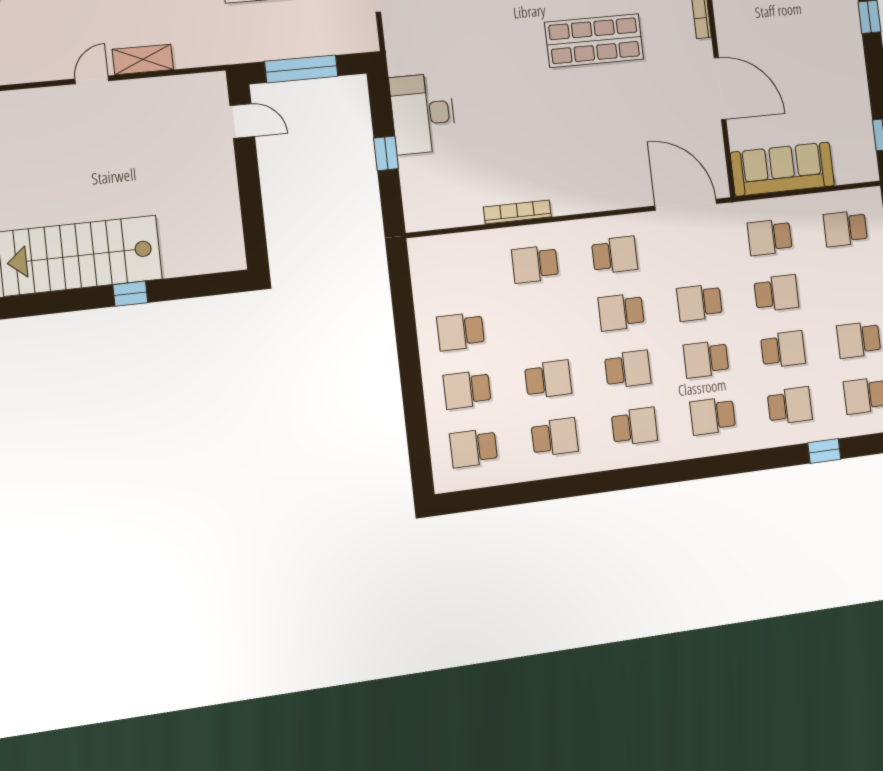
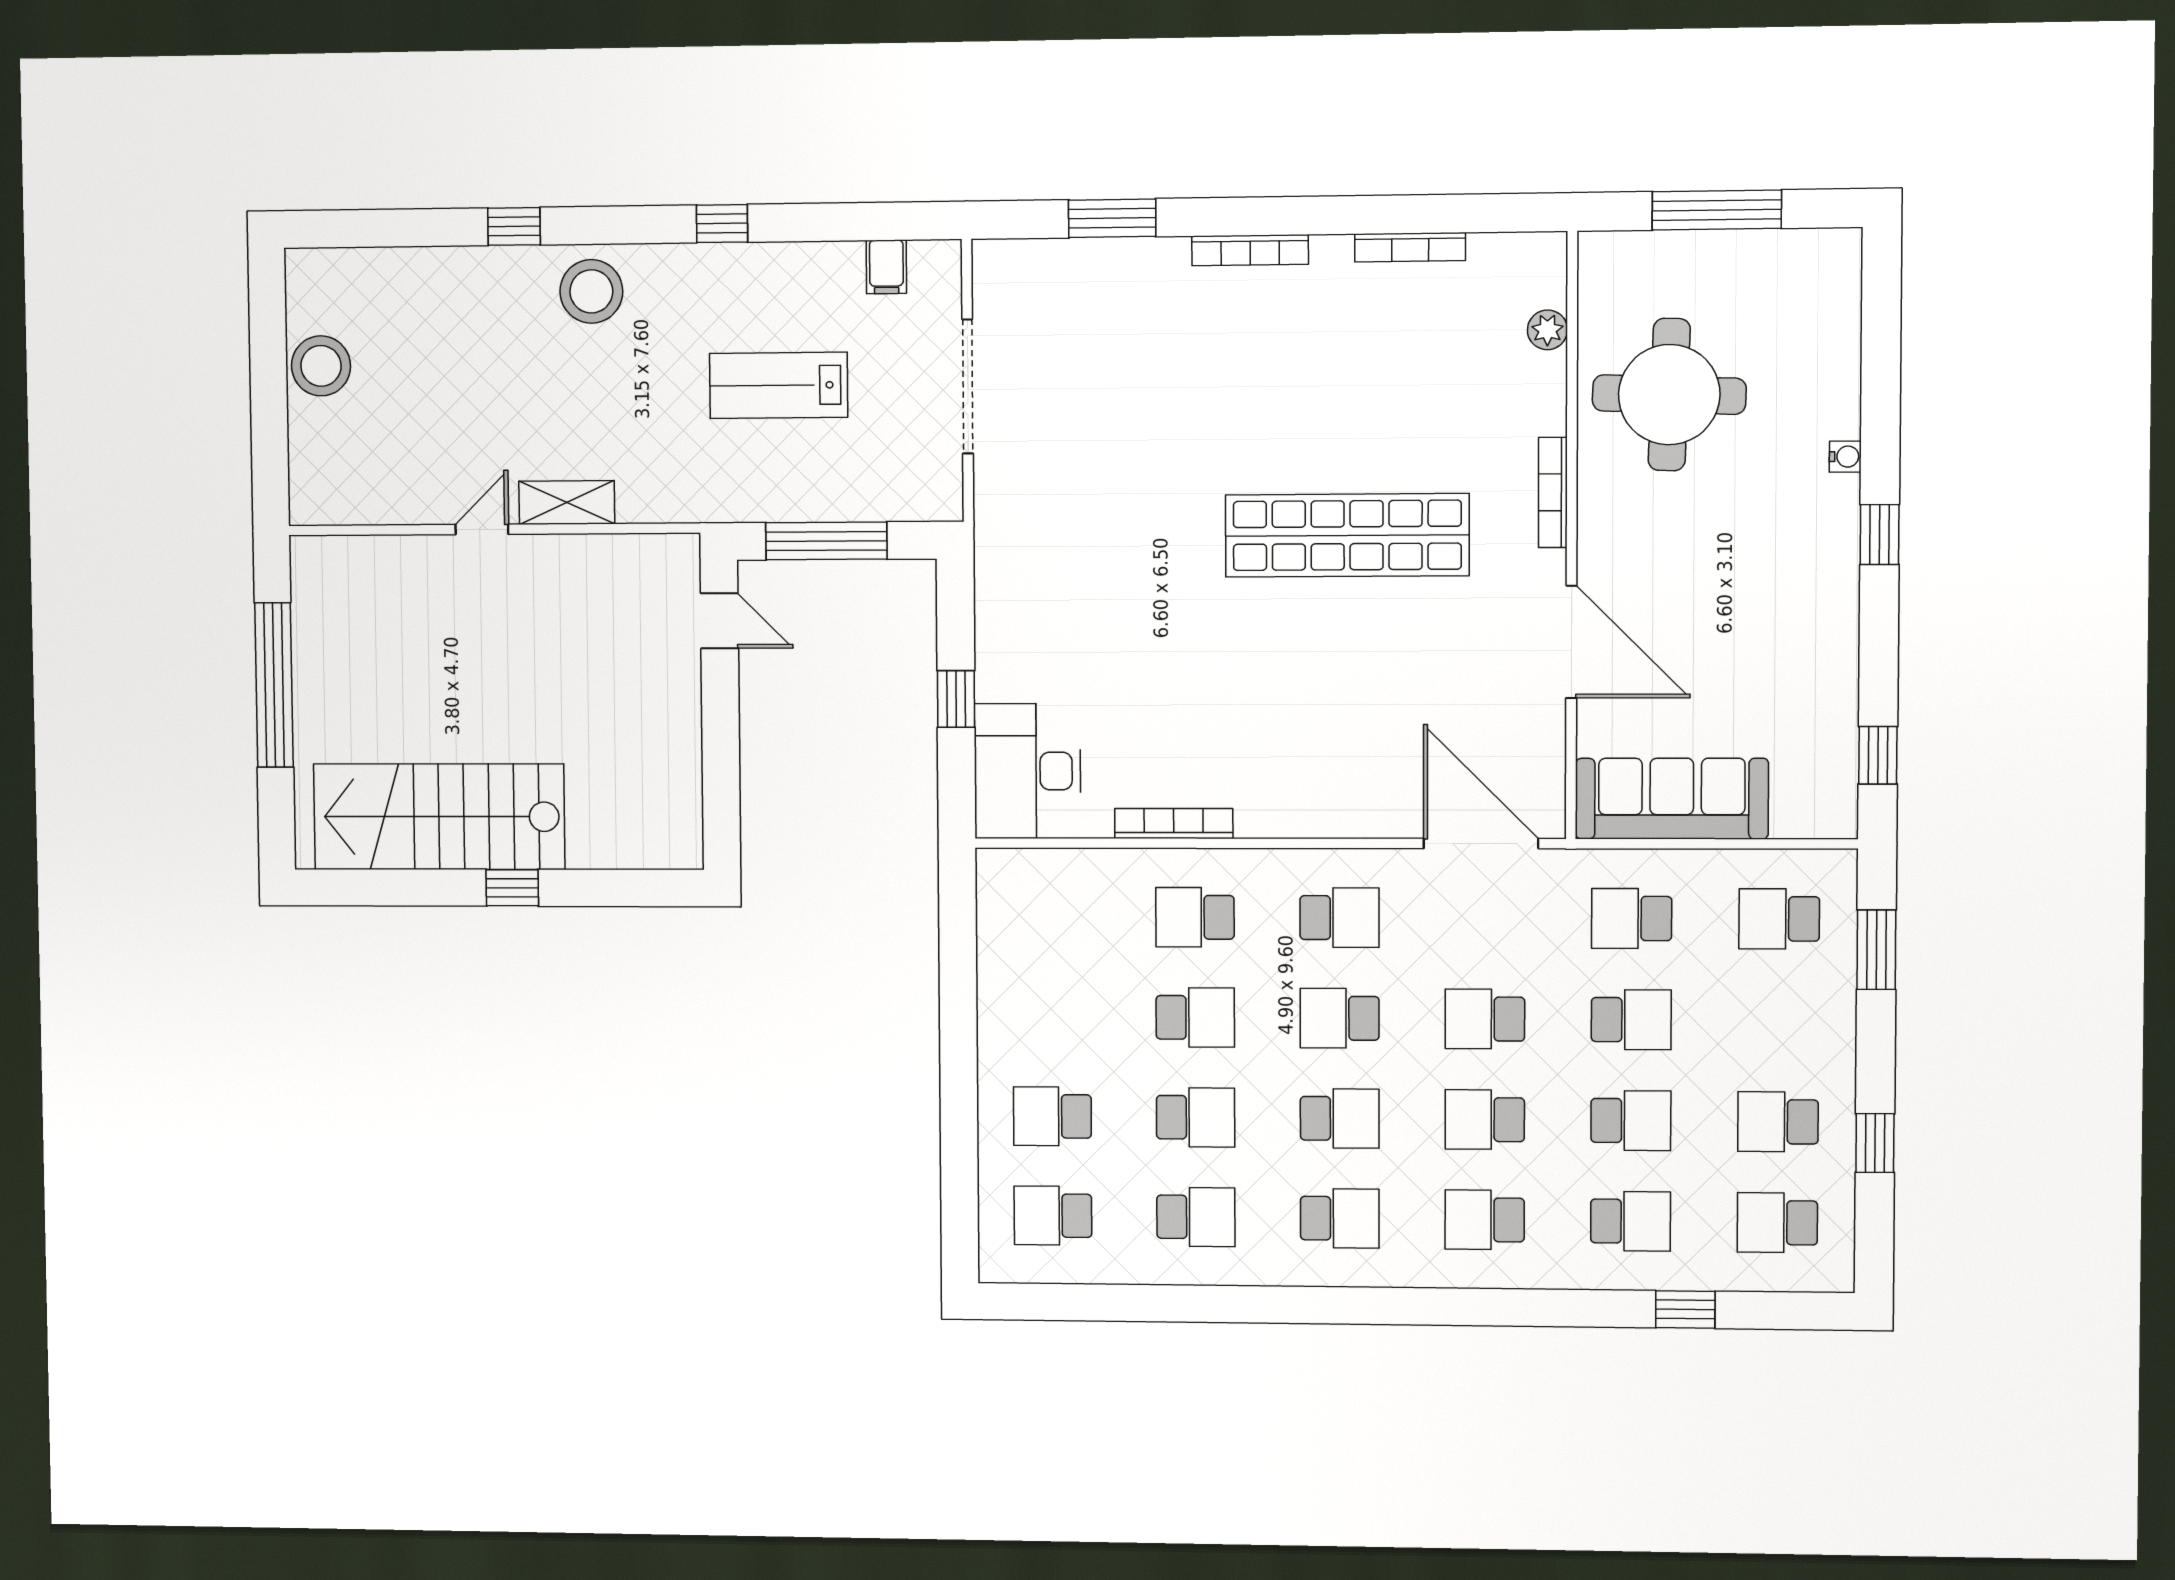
shop shelf: (594, 41) -> (1347, 535), width x1.40
desk: (423, 114) -> (1028, 771), moved
school desk: (461, 331) -> (1195, 1017), moved, turned 180

